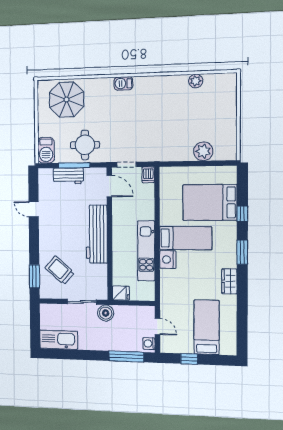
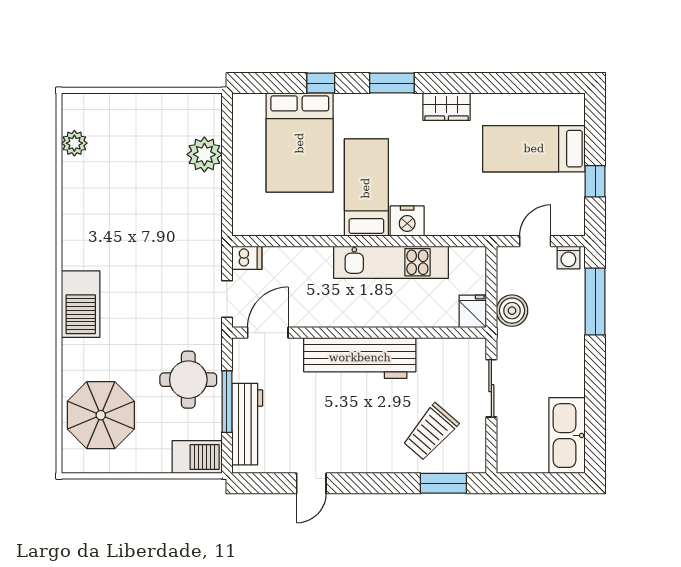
plant: (196, 81) -> (74, 143), moved
barbecue: (123, 83) -> (81, 304), width x1.88, depth x1.53
workbench: (68, 176) -> (247, 424), width x1.38
boiler: (106, 313) -> (512, 311), moved

